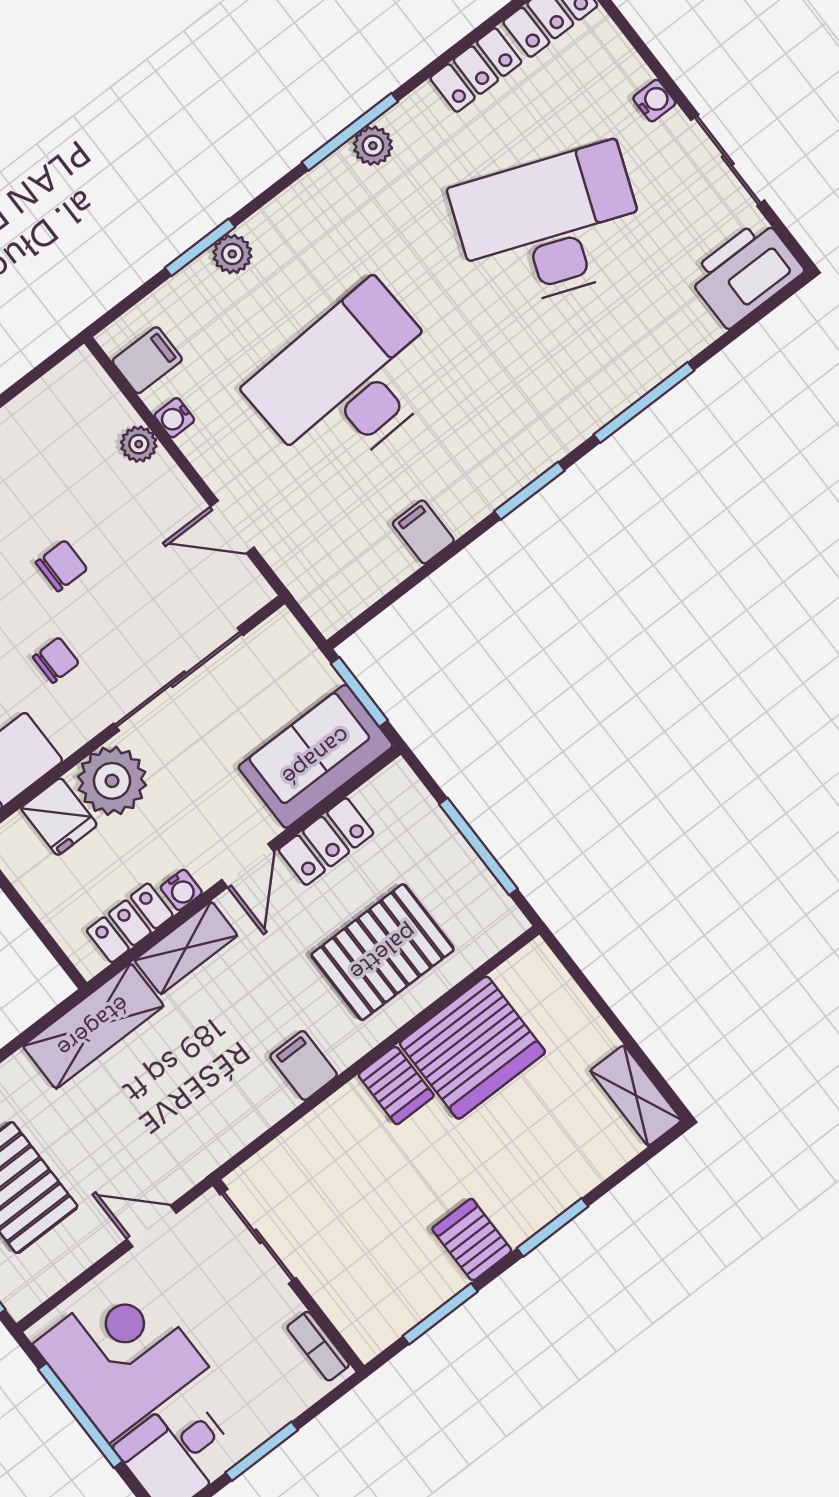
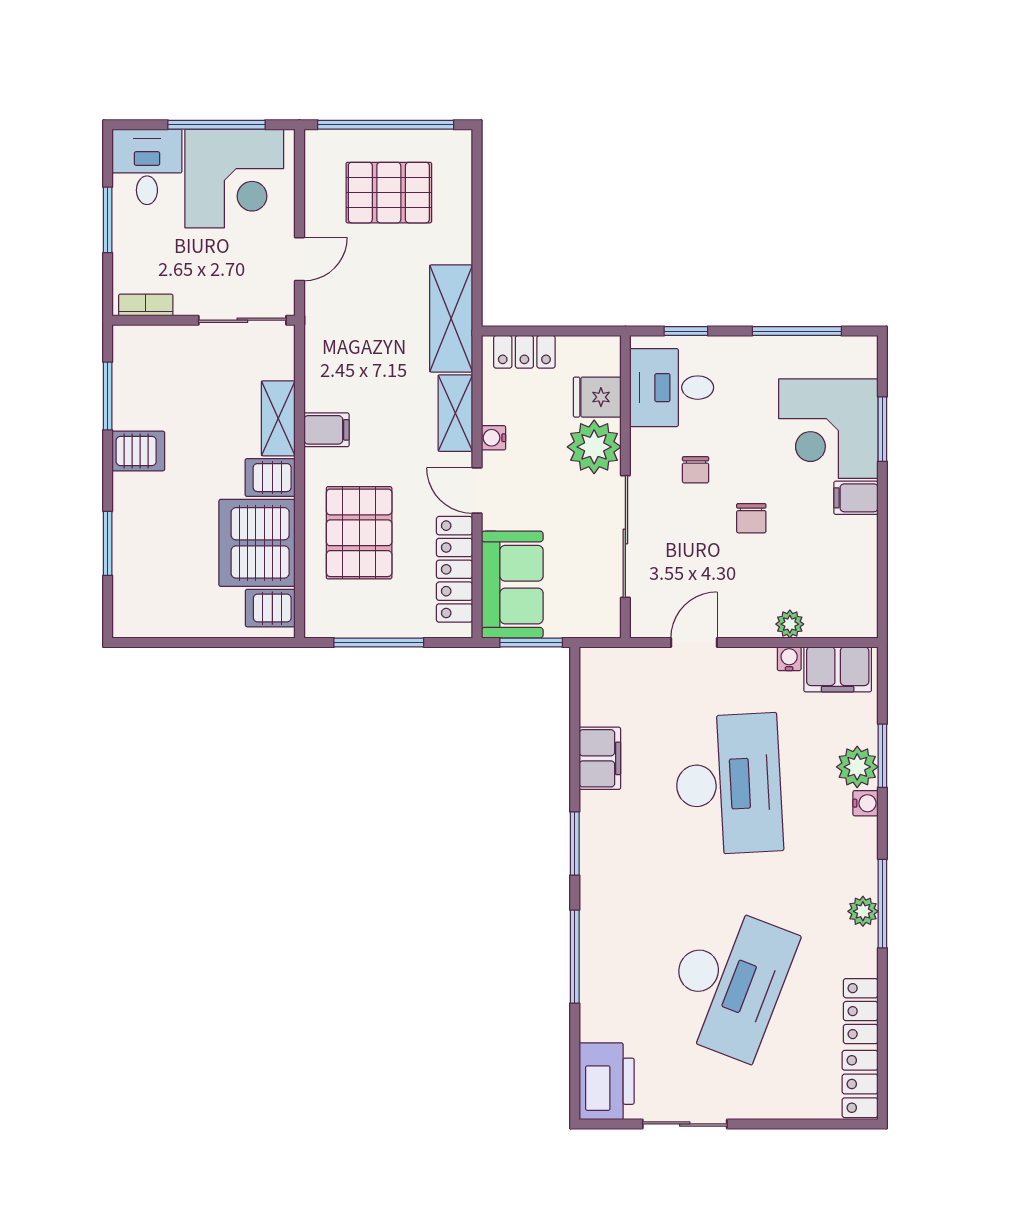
water cooler: (654, 101) -> (865, 803), moved, turned -90
plant: (232, 254) -> (857, 767), width x1.38, depth x1.38
filing cabinet: (147, 360) -> (838, 669), width x2.00
filing cabinet: (423, 532) -> (600, 758), width x2.00
locker: (326, 841) -> (454, 569), width x1.53
locker: (130, 923) -> (524, 352), moved, turned 90
server rack: (528, 983) -> (270, 608), added
shelving: (636, 1096) -> (278, 418), moved, turned 90
window: (552, 1227) -> (108, 543), moved

